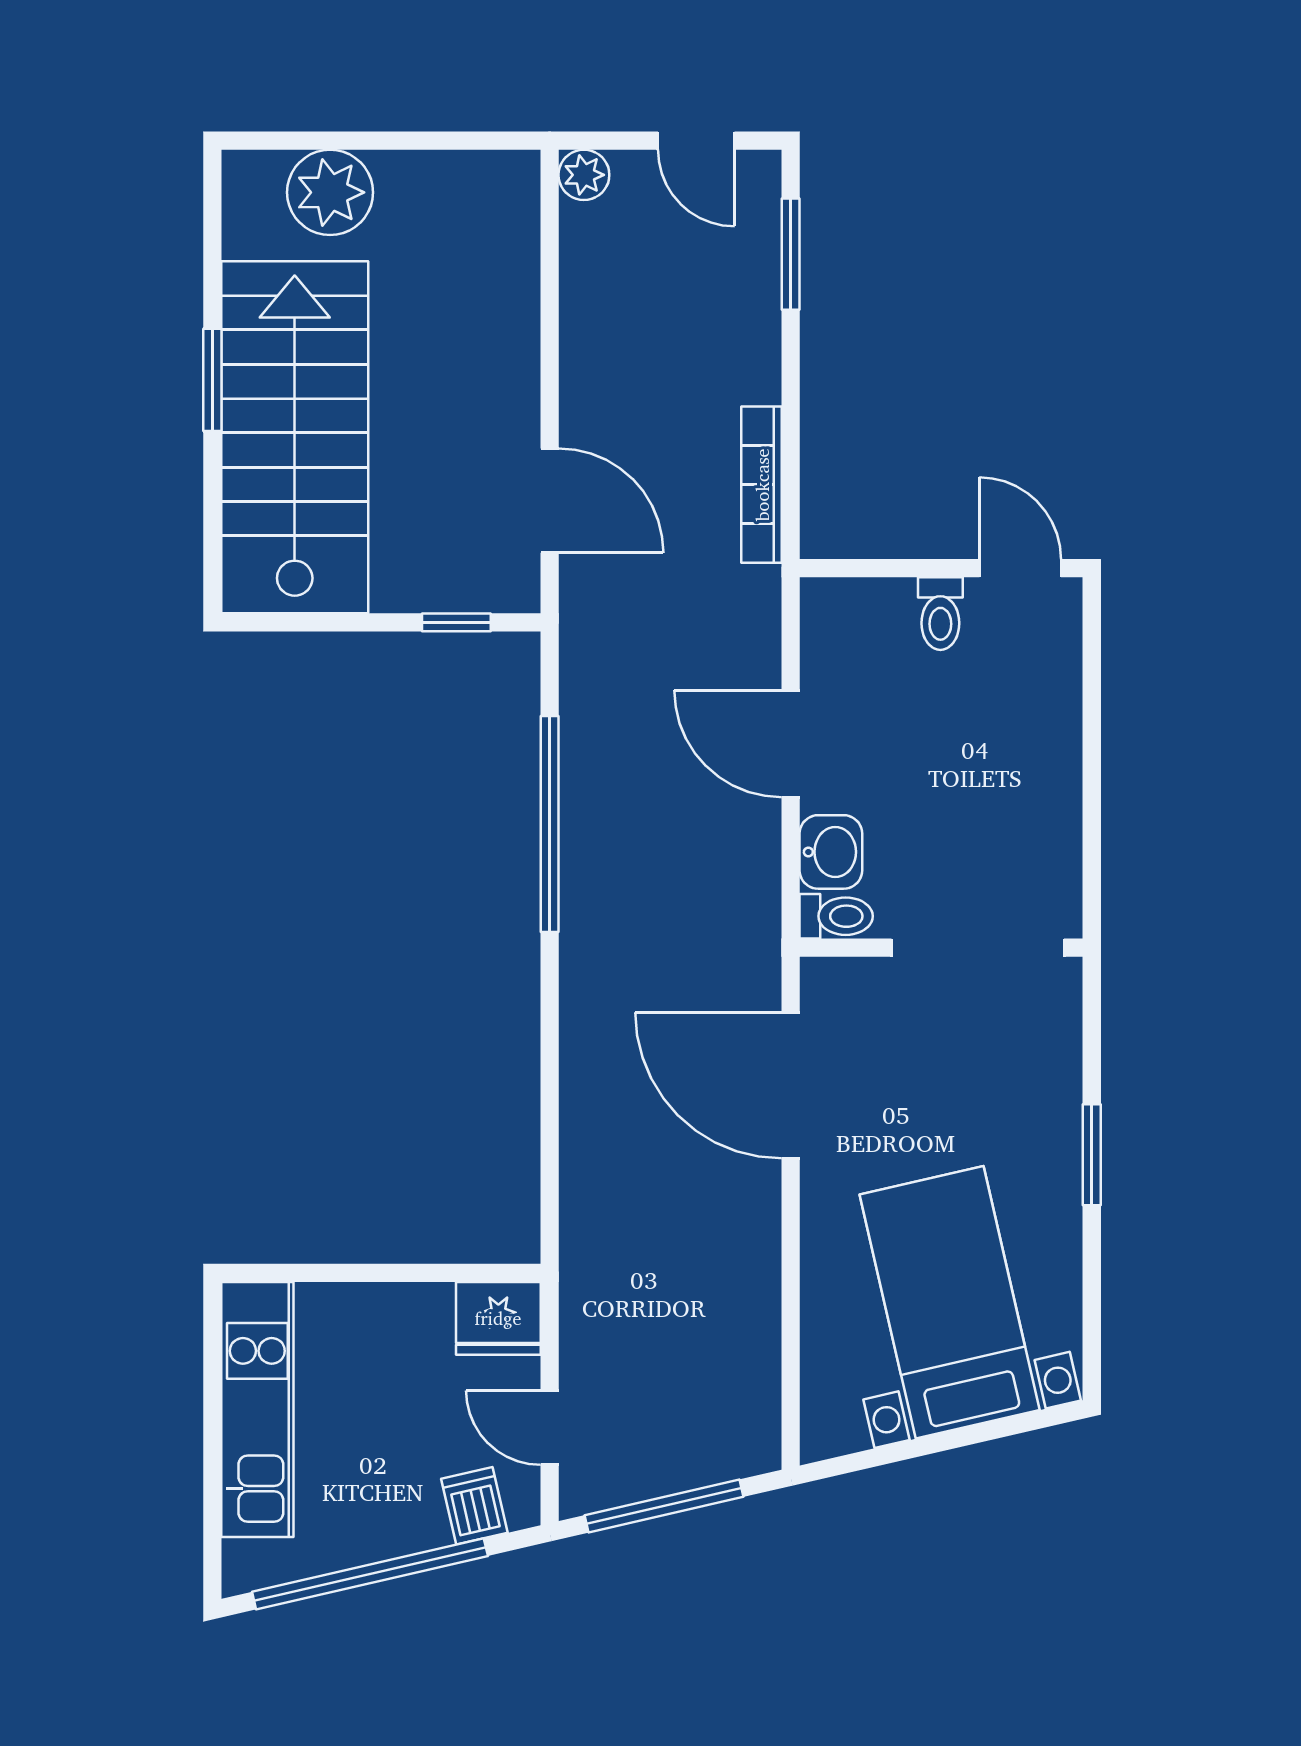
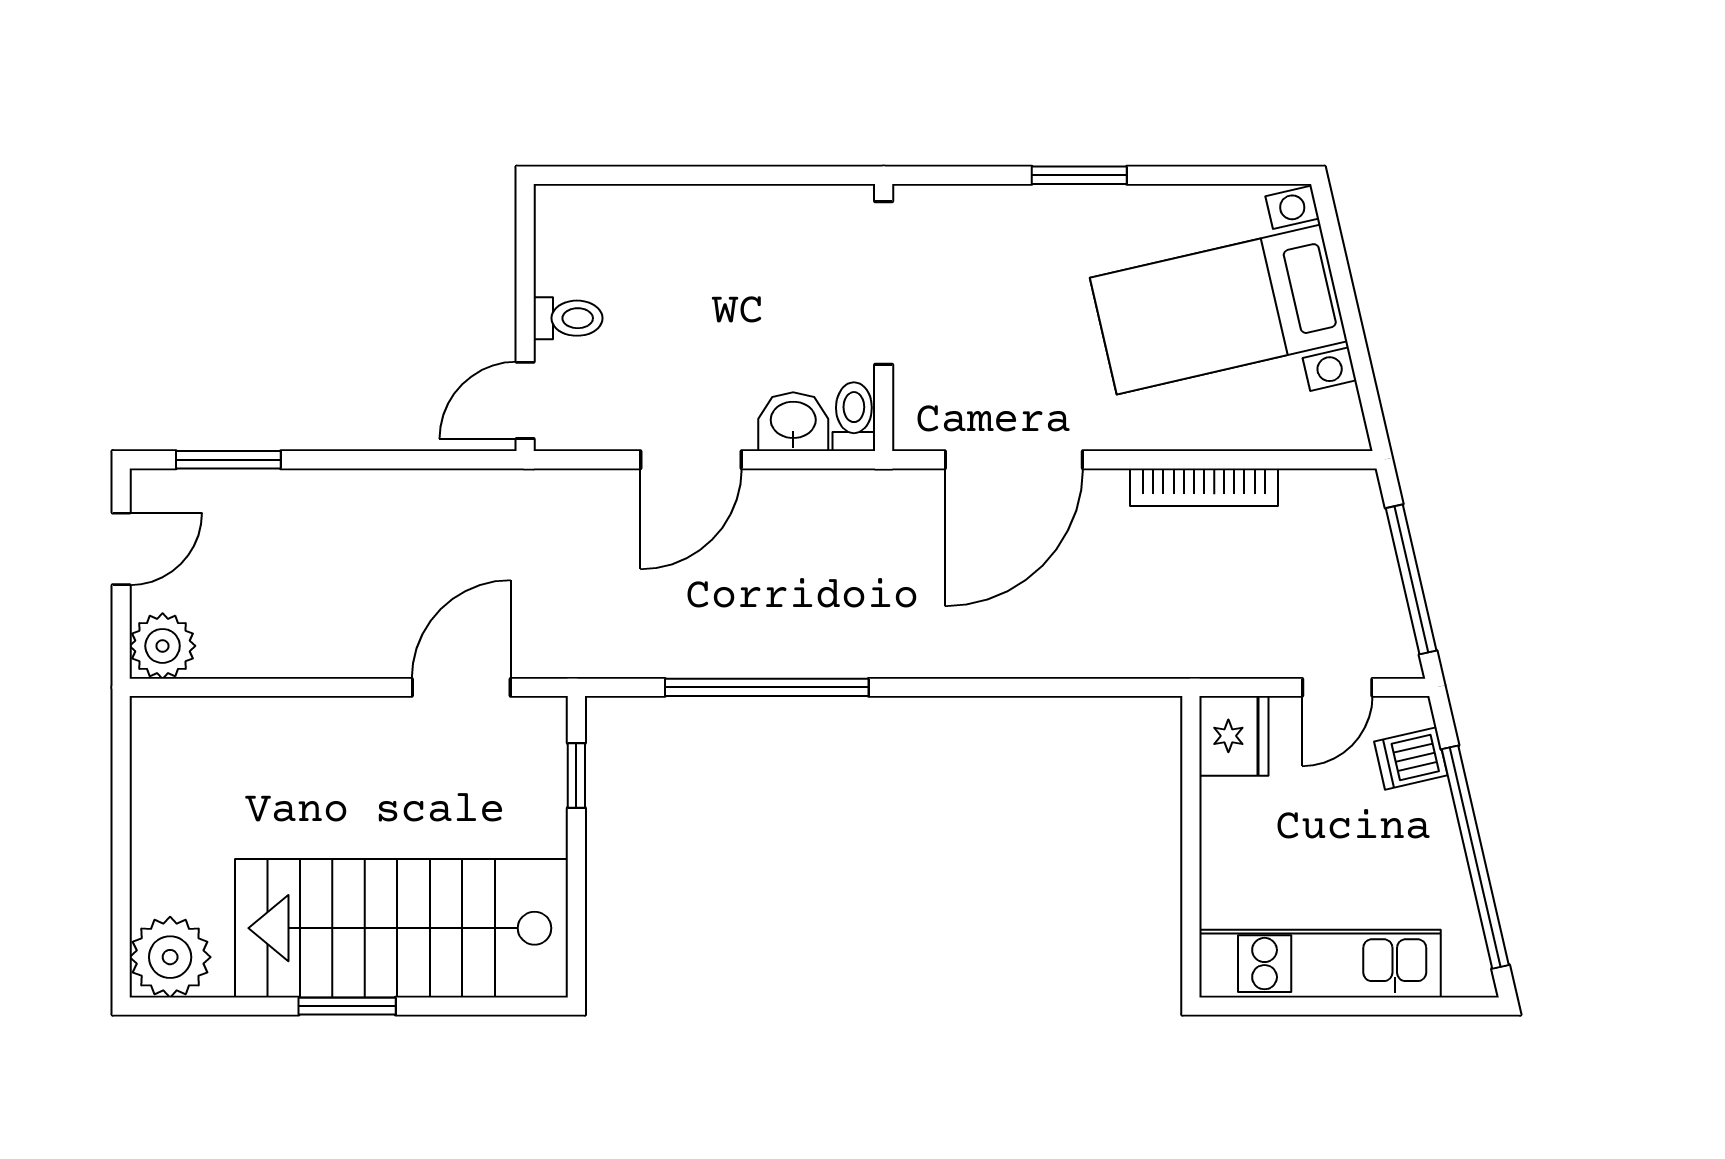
plant: (584, 175) -> (163, 646), width x1.38, depth x1.38
plant: (330, 192) -> (170, 957), moved
bookcase: (762, 485) -> (1204, 487), moved
door: (1020, 568) -> (525, 400), moved

